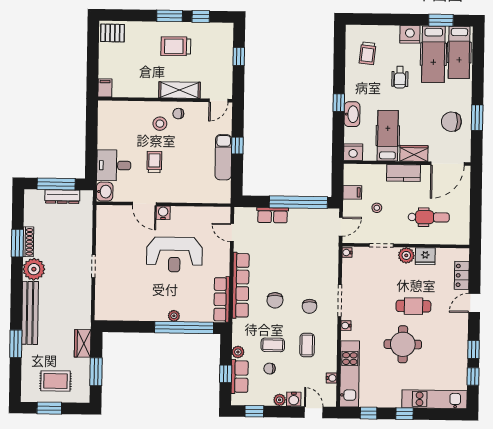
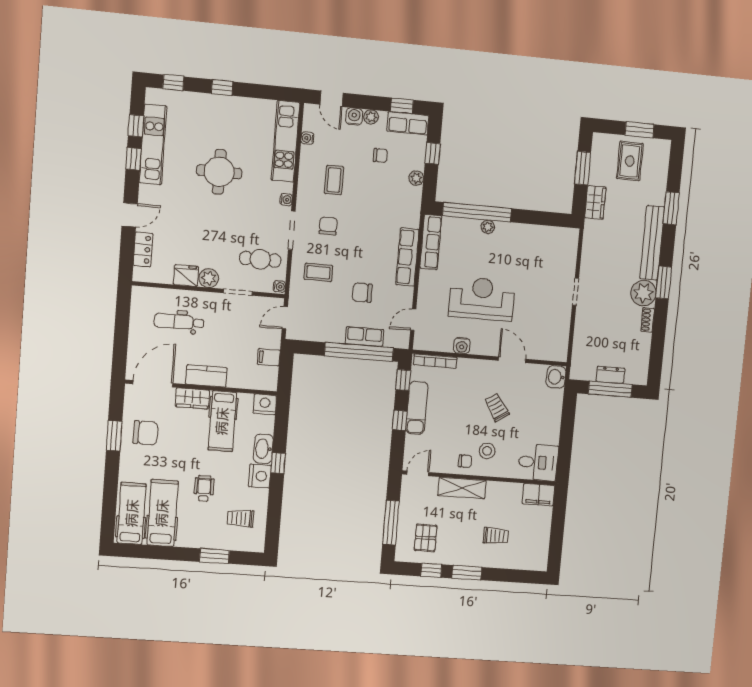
window: (441, 20) -> (214, 556), moved
pallet: (112, 33) -> (426, 538), moved, turned 90
nightstand: (410, 34) -> (260, 476), moved, turned -90
trolley: (176, 46) -> (496, 536), moved, width x0.73, depth x0.72
trolley: (368, 53) -> (241, 518), turned -96
window: (239, 56) -> (391, 523), width x2.17
filing cabinet: (105, 88) -> (539, 495), width x2.00
trolley: (154, 162) -> (497, 407), turned 147
desk: (114, 165) -> (538, 462), moved
window: (237, 180) -> (403, 380), added
dresser: (62, 197) -> (610, 375), width x0.70
bookcase: (211, 198) -> (435, 361), added
window: (298, 202) -> (359, 352), moved
stool: (377, 208) -> (241, 337), removed
water cooler: (163, 213) -> (462, 346), moved
door: (232, 233) -> (413, 320), swing flipped
shoe rack: (28, 242) -> (648, 320), width x0.70
window: (17, 243) -> (664, 282), moved
row of seats: (241, 285) -> (407, 257), width x0.73
chair: (275, 300) -> (362, 293), moved, turned -90
cafe table: (413, 306) -> (260, 259), moved
coffee table: (273, 345) -> (318, 272), moved
row of seats: (240, 377) -> (408, 123), moved, turned -90
rug: (56, 381) -> (630, 161), turned 90
kitchen unit: (434, 399) -> (153, 144), moved, turned -90
window: (369, 413) -> (173, 83), moved

